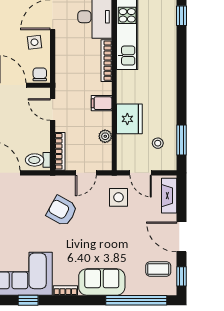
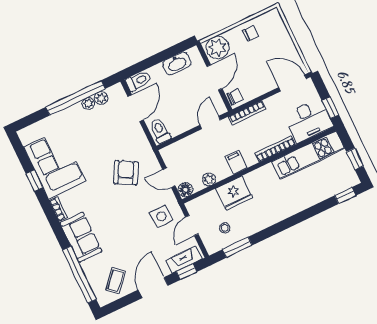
side table: (34, 42) -> (261, 79), removed
bookcase: (60, 151) -> (247, 113), moved
floor lamp: (104, 163) -> (185, 190), added
coffee table: (158, 269) -> (116, 281), turned 42
window: (182, 276) -> (187, 272), moved

